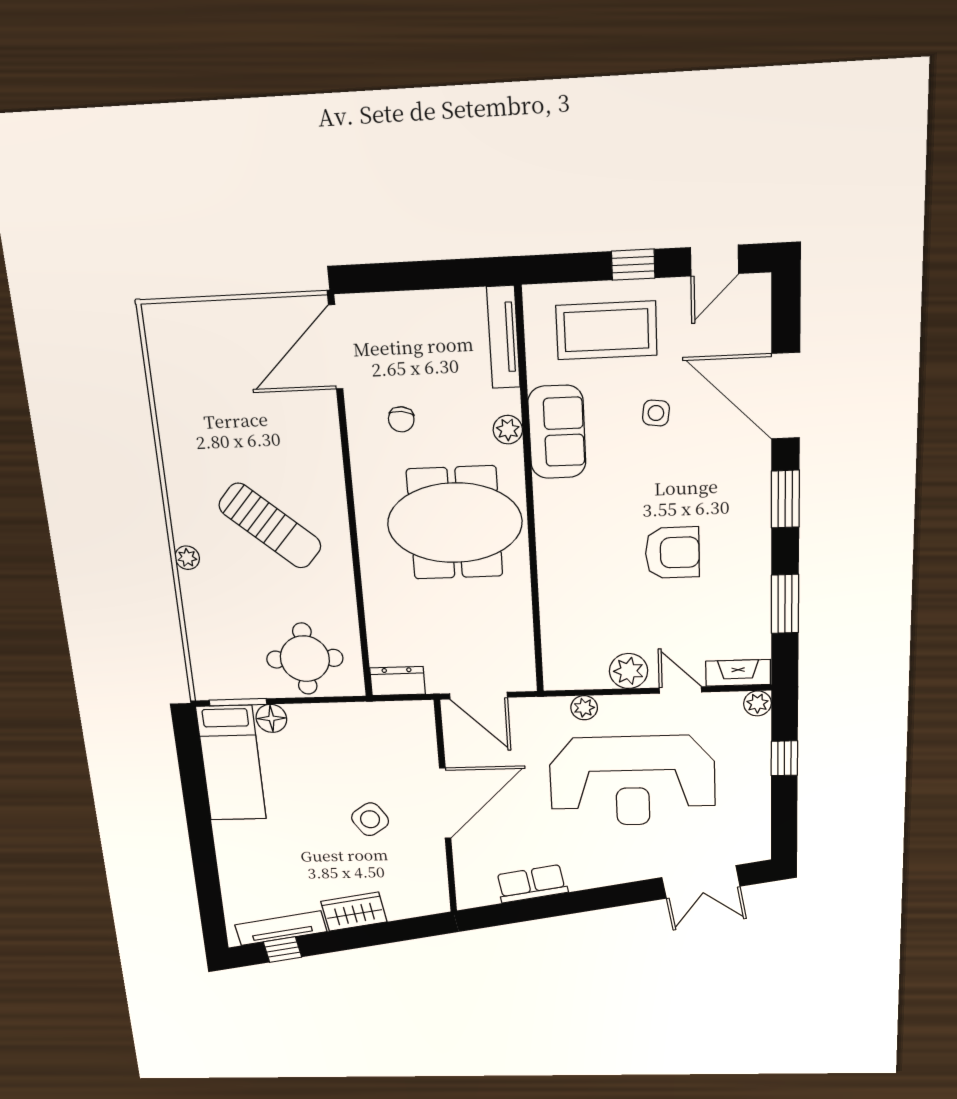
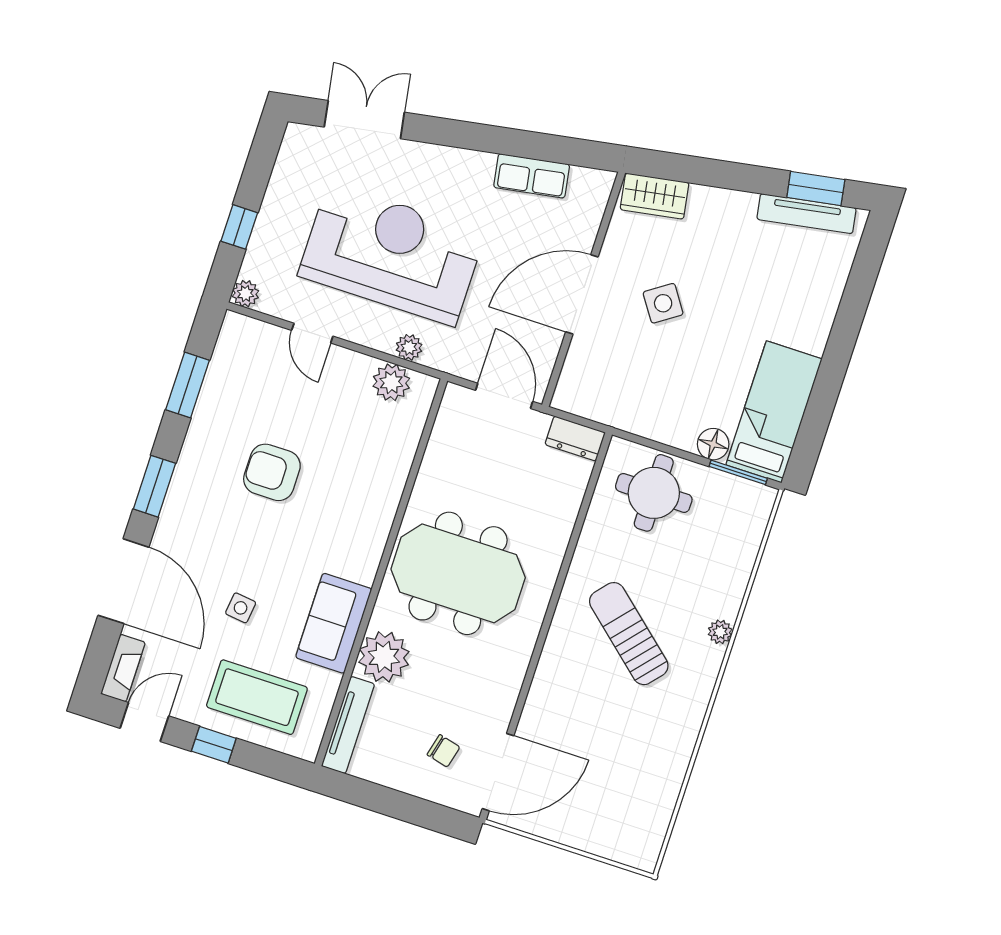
chair: (401, 419) -> (443, 751), moved, turned 96
plant: (508, 430) -> (384, 657), width x1.88, depth x1.88
plant: (629, 671) -> (391, 382), moved
fireplace: (738, 673) -> (123, 668), moved, turned -90
wardrobe: (354, 912) -> (655, 196), moved
window: (282, 950) -> (816, 189), width x1.50

